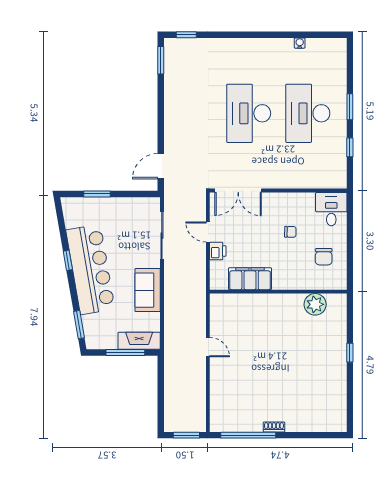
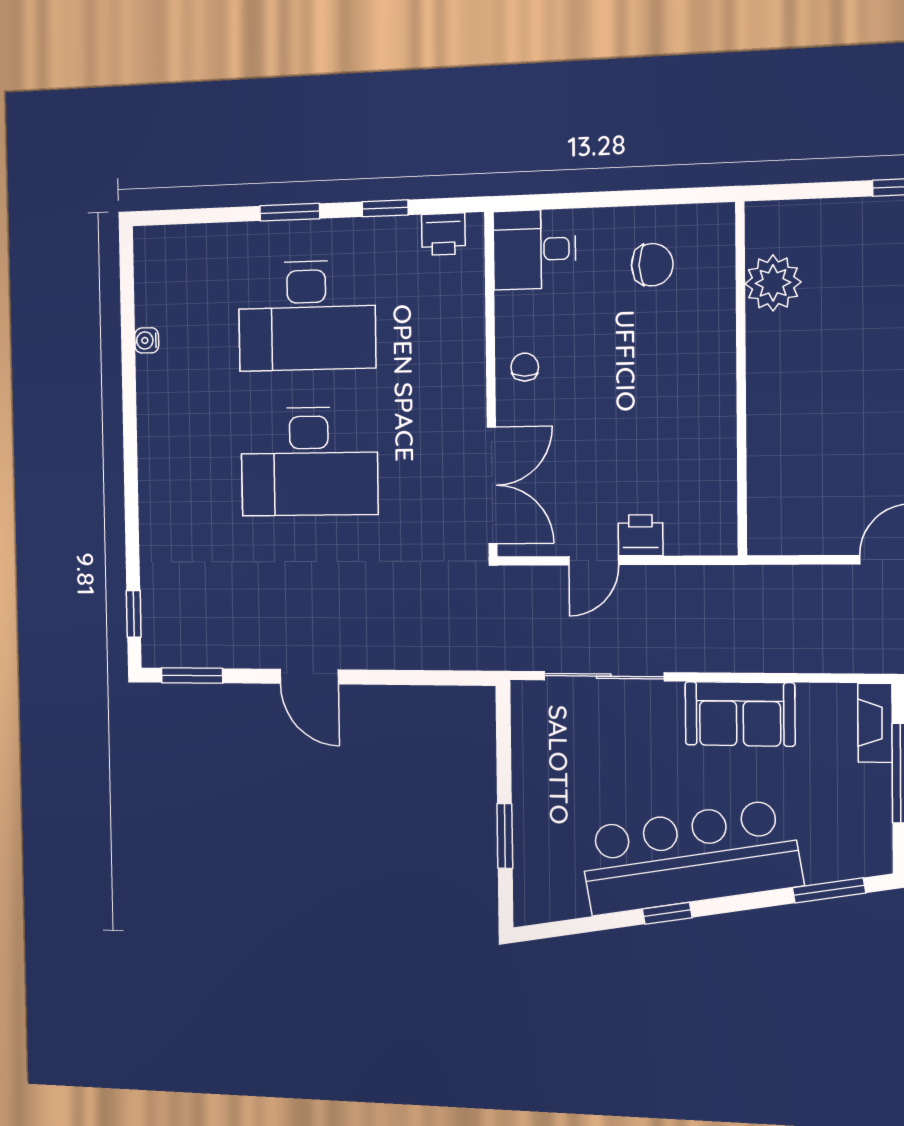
door: (161, 166) -> (309, 677), moved
printer: (339, 172) -> (443, 234), added
chair: (290, 232) -> (525, 367), moved
filing cabinet: (250, 279) -> (709, 452), removed
fireplace: (139, 341) -> (875, 723), width x0.73, depth x0.76

